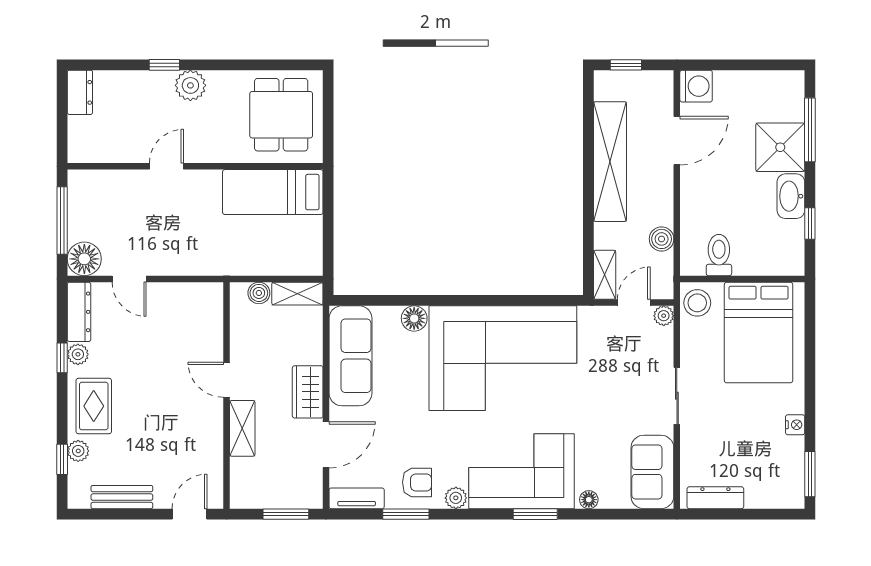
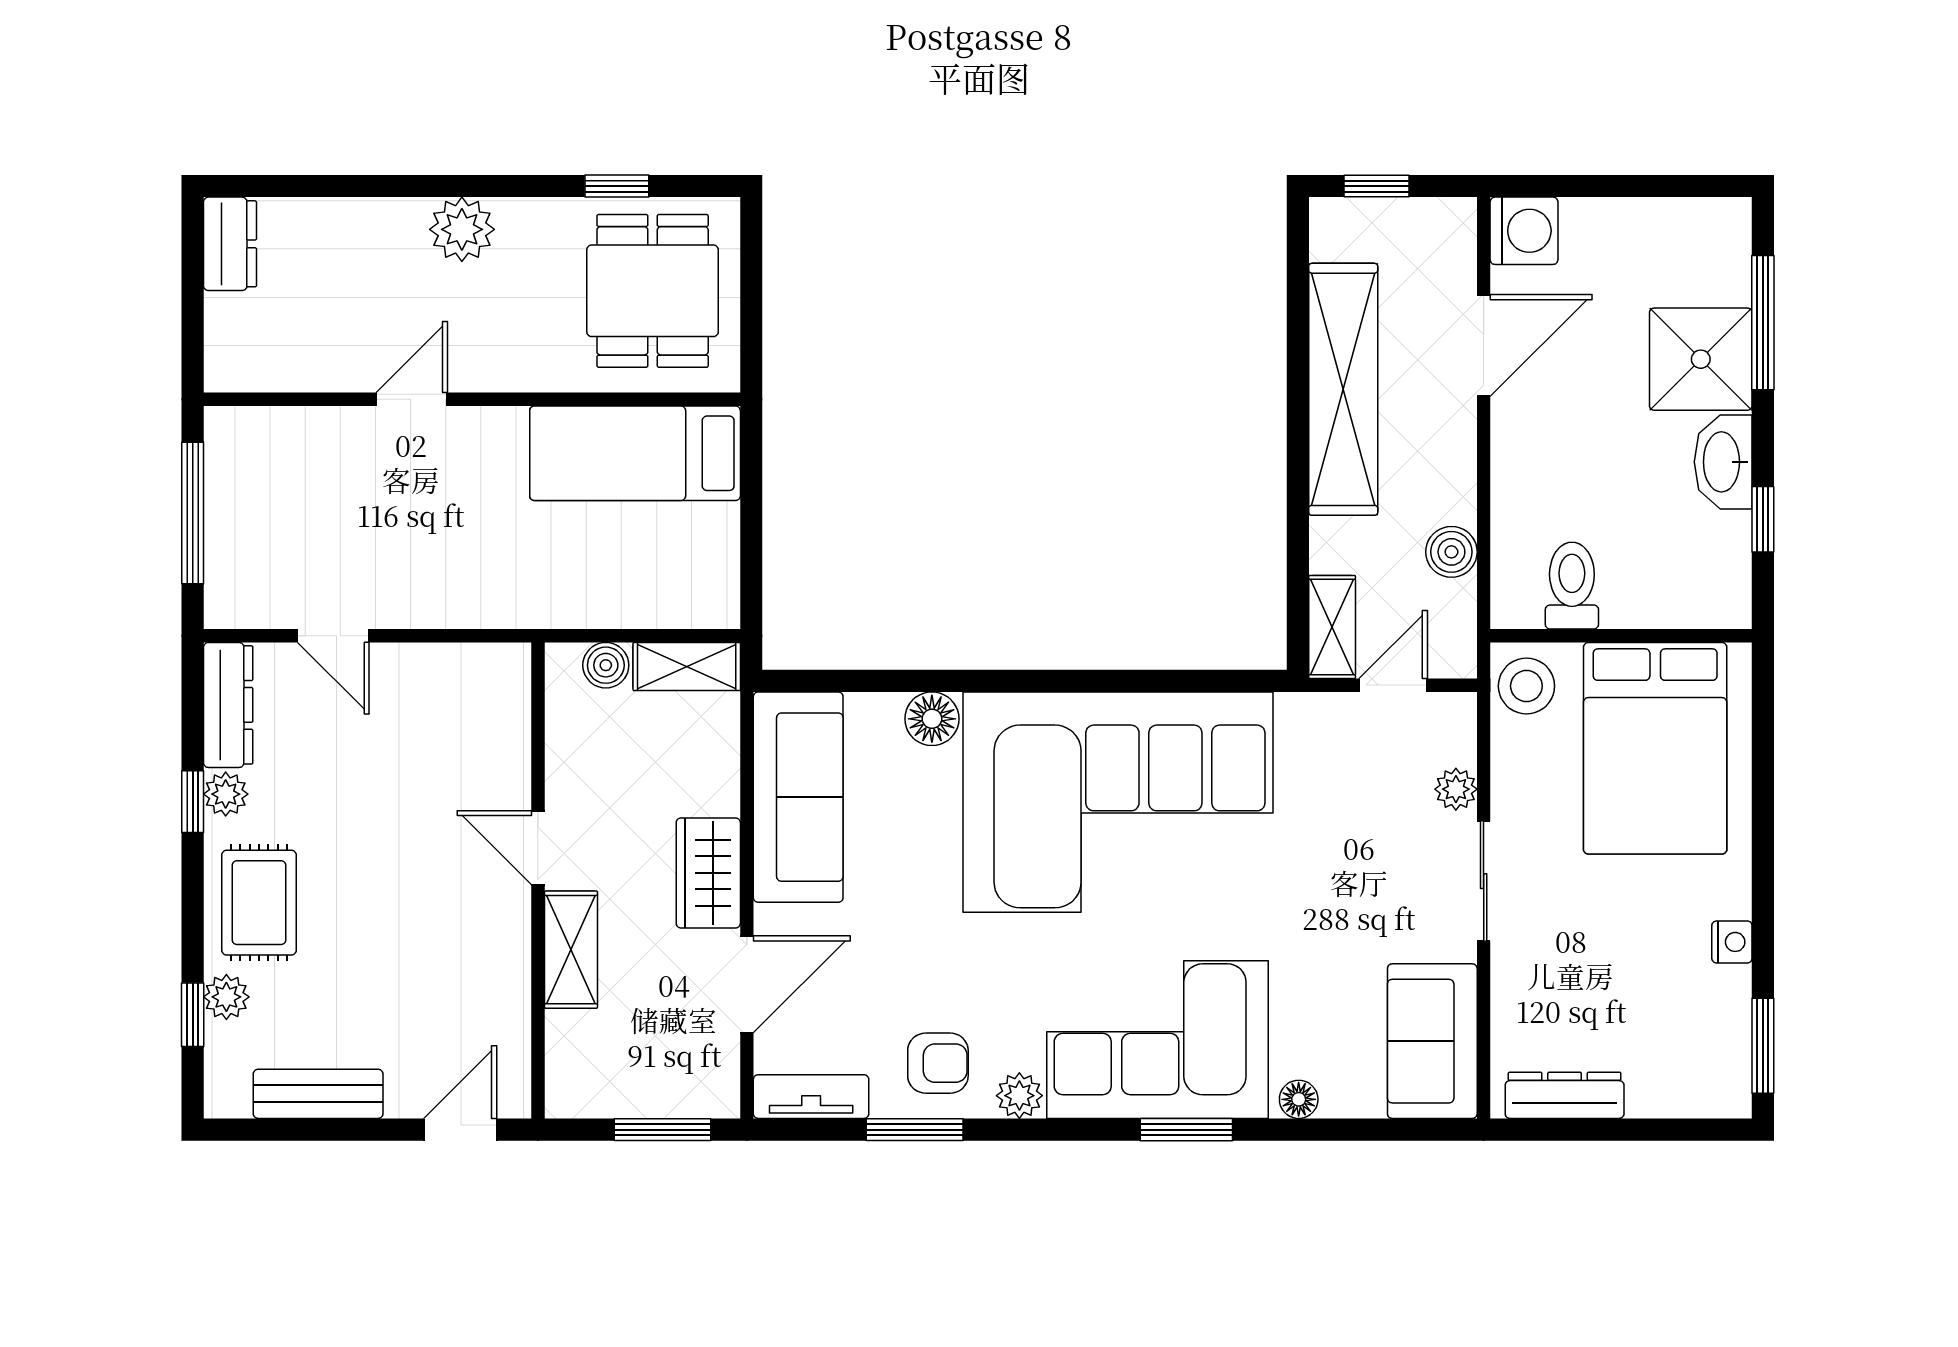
window: (164, 65) -> (617, 186), moved
floor lamp: (84, 259) -> (239, 594), removed
plant: (664, 316) -> (1456, 789), moved

